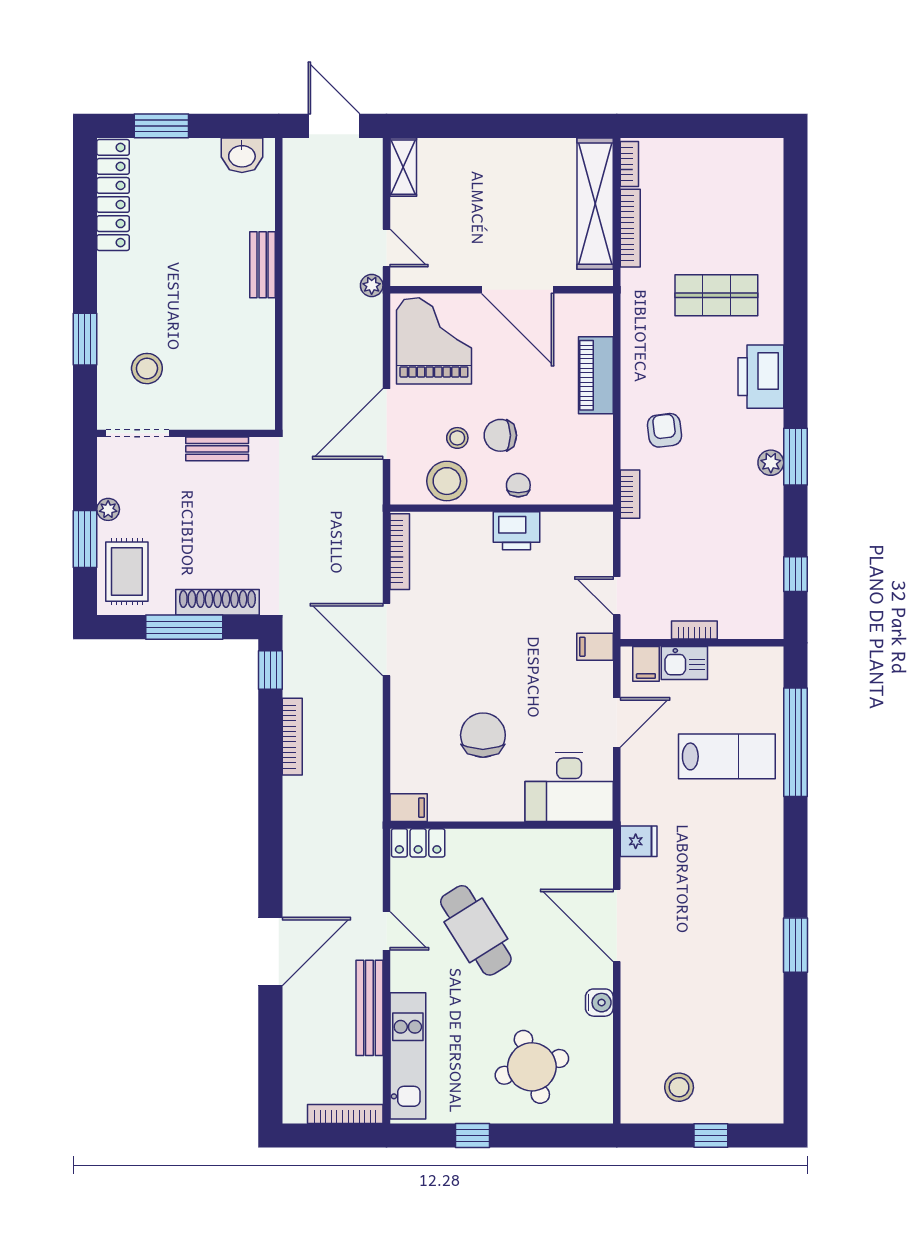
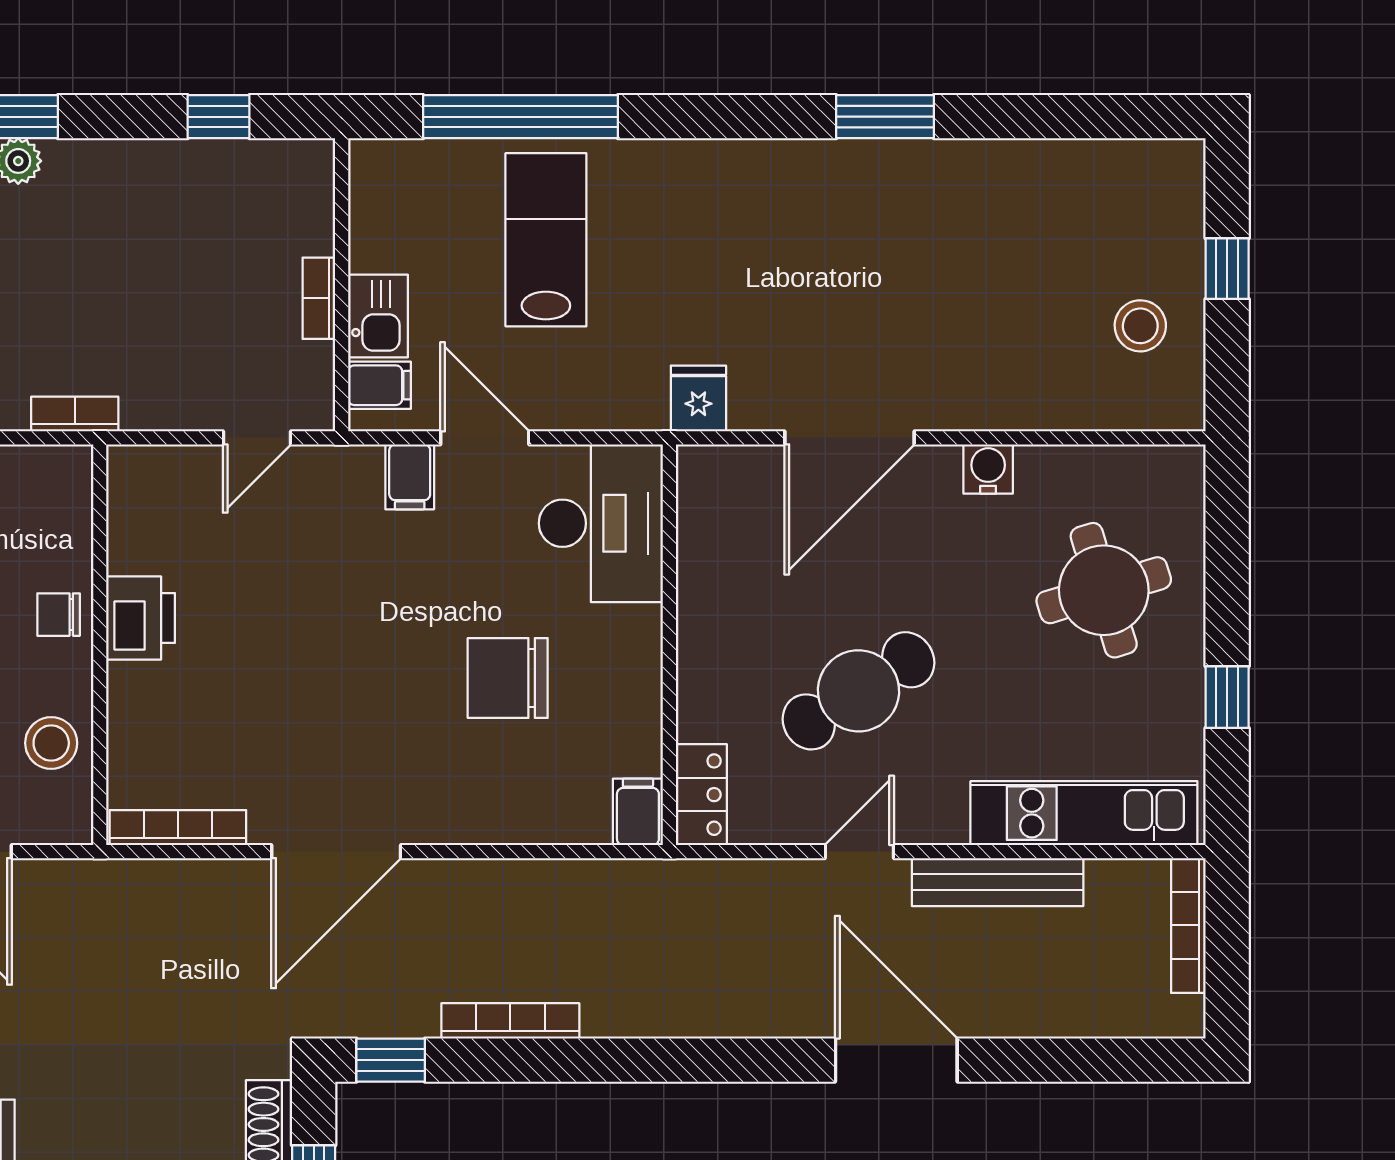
stool: (447, 481) -> (51, 743), width x0.73, depth x0.73
filing cabinet: (595, 647) -> (410, 477), moved

